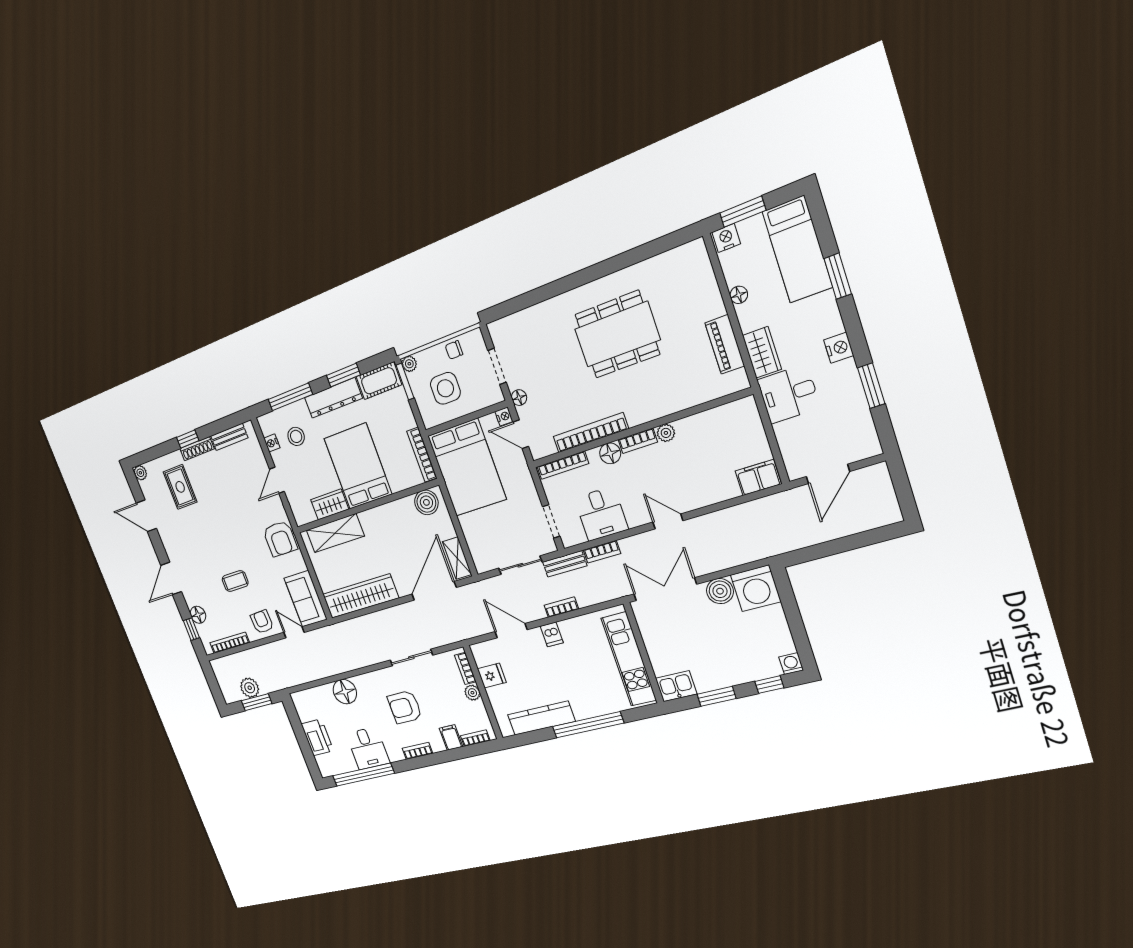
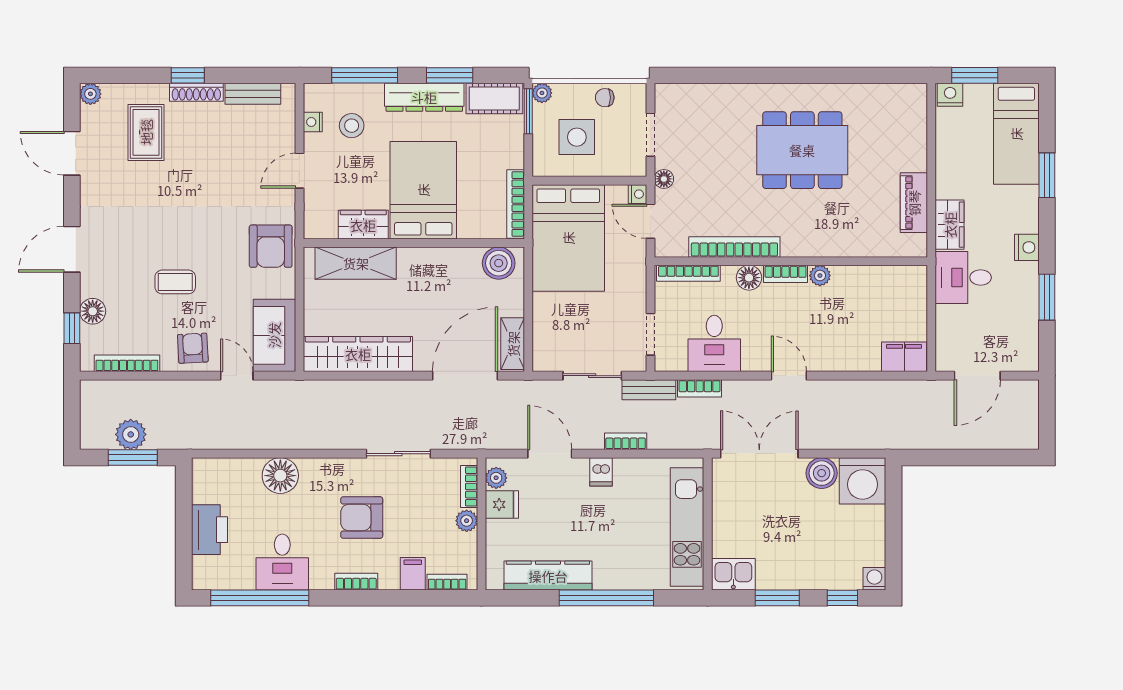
floor lamp: (739, 295) -> (945, 157), removed
plant: (481, 658) -> (496, 478), added

